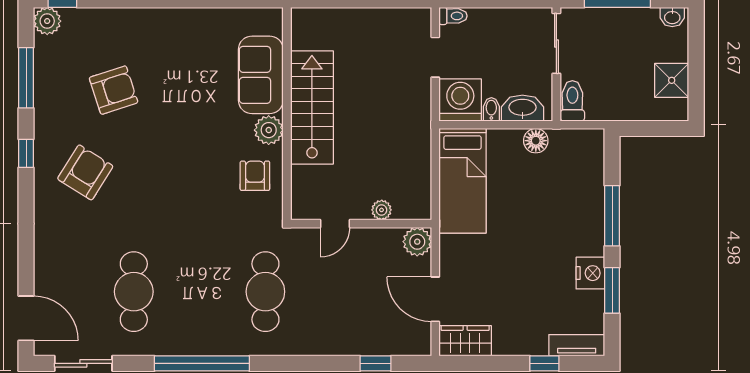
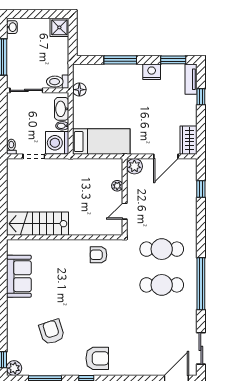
sofa: (261, 75) -> (19, 276), moved, turned -90
shower: (672, 80) -> (59, 27), moved
stairs: (312, 107) -> (37, 224), moved
plant: (269, 130) -> (74, 247), removed
floor lamp: (536, 141) -> (79, 90), moved
armchair: (85, 172) -> (97, 358), moved, turned 148
door: (335, 224) -> (125, 211), swing flipped
window: (612, 290) -> (173, 60), moved
cafe table: (134, 292) -> (162, 285), moved

